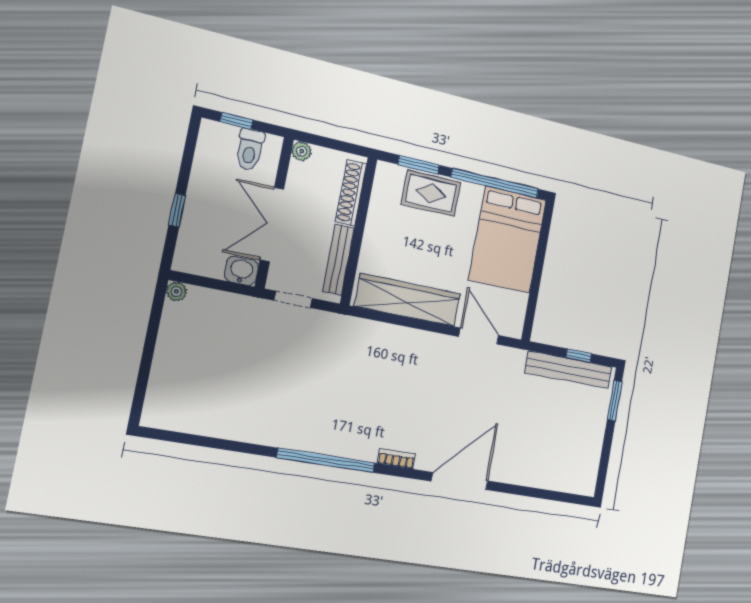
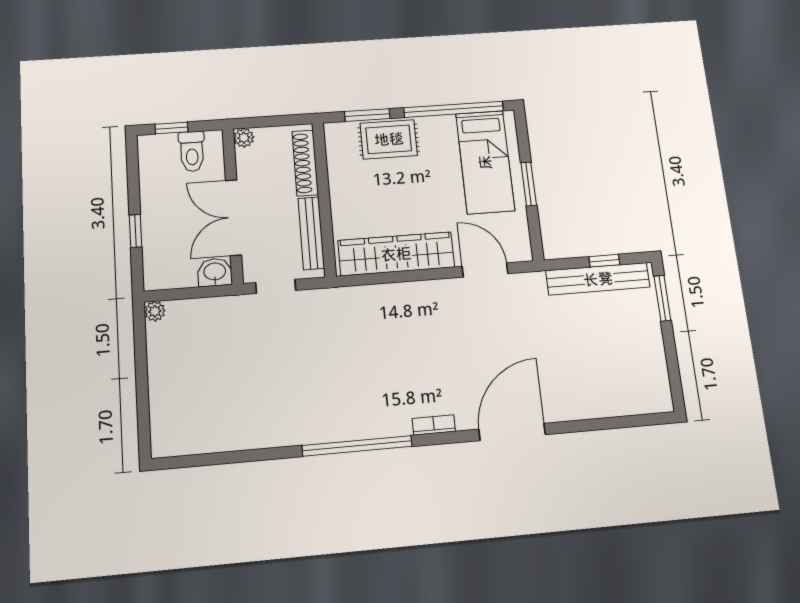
bed: (508, 240) -> (485, 162), width x0.67
window: (538, 270) -> (529, 184), added

